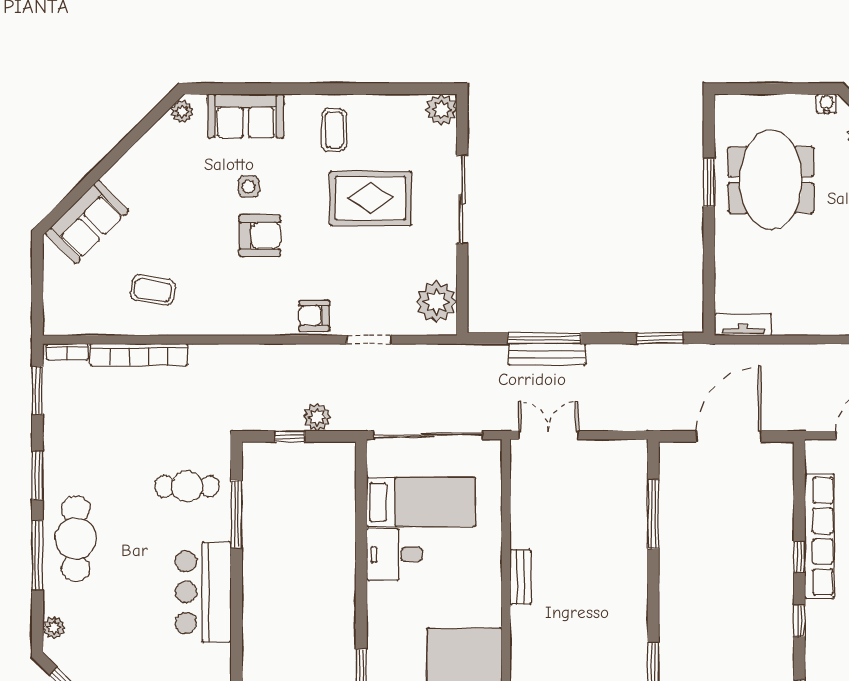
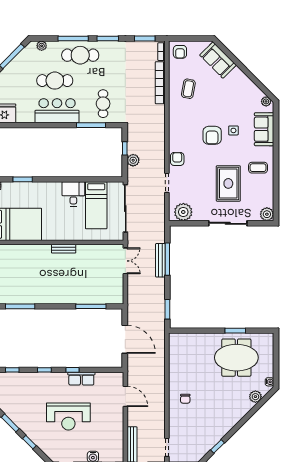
armchair: (68, 309) -> (180, 52), added
tv unit: (743, 325) -> (173, 345), removed
row of seats: (819, 536) -> (81, 379), width x0.50
cafe table: (134, 597) -> (55, 81), added

